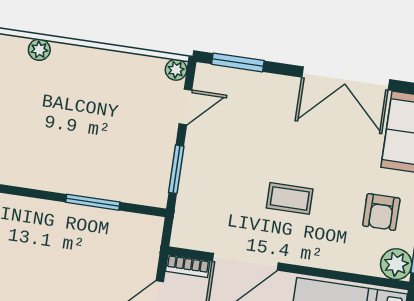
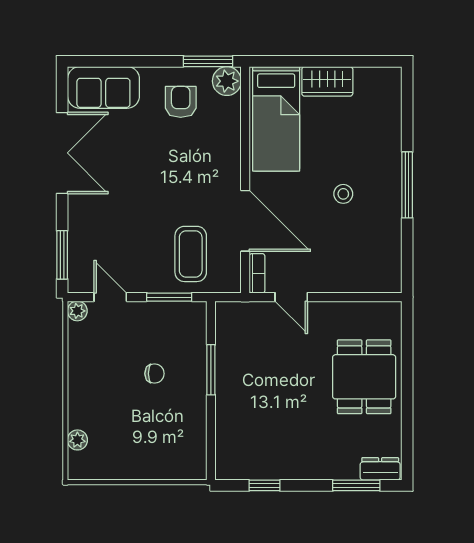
chair: (98, 142) -> (154, 374), added
coffee table: (290, 198) -> (191, 254), moved, width x1.36, depth x1.30
armchair: (381, 212) -> (181, 102), turned -90

